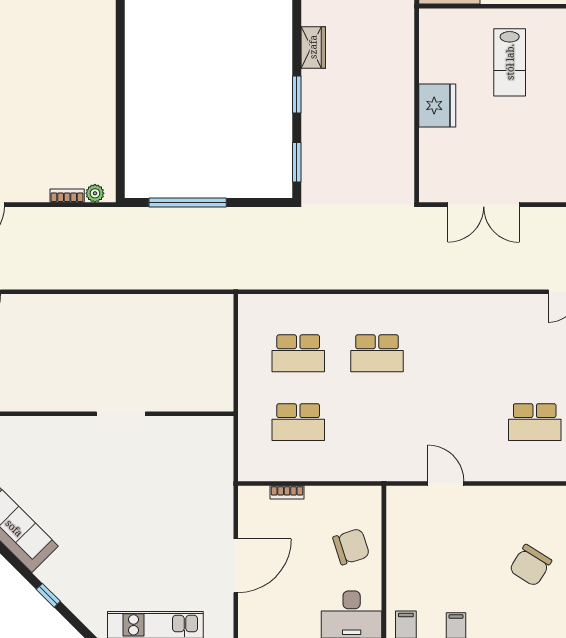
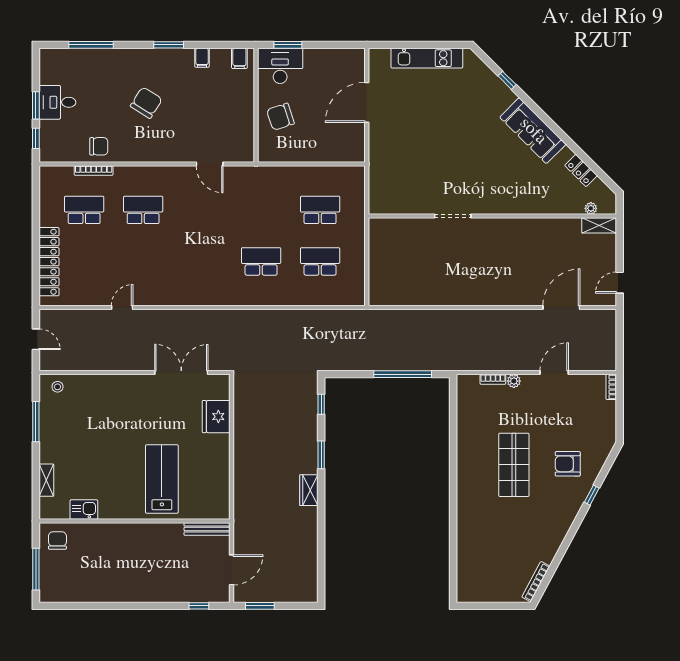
lab bench: (510, 62) -> (162, 479), width x1.36, depth x1.39
shop shelf: (39, 81) -> (514, 465), added
fridge: (437, 105) -> (216, 417), moved
window: (297, 162) -> (321, 404), width x0.67
plant: (95, 193) -> (514, 381), moved
bookcase: (287, 492) -> (328, 157), removed

